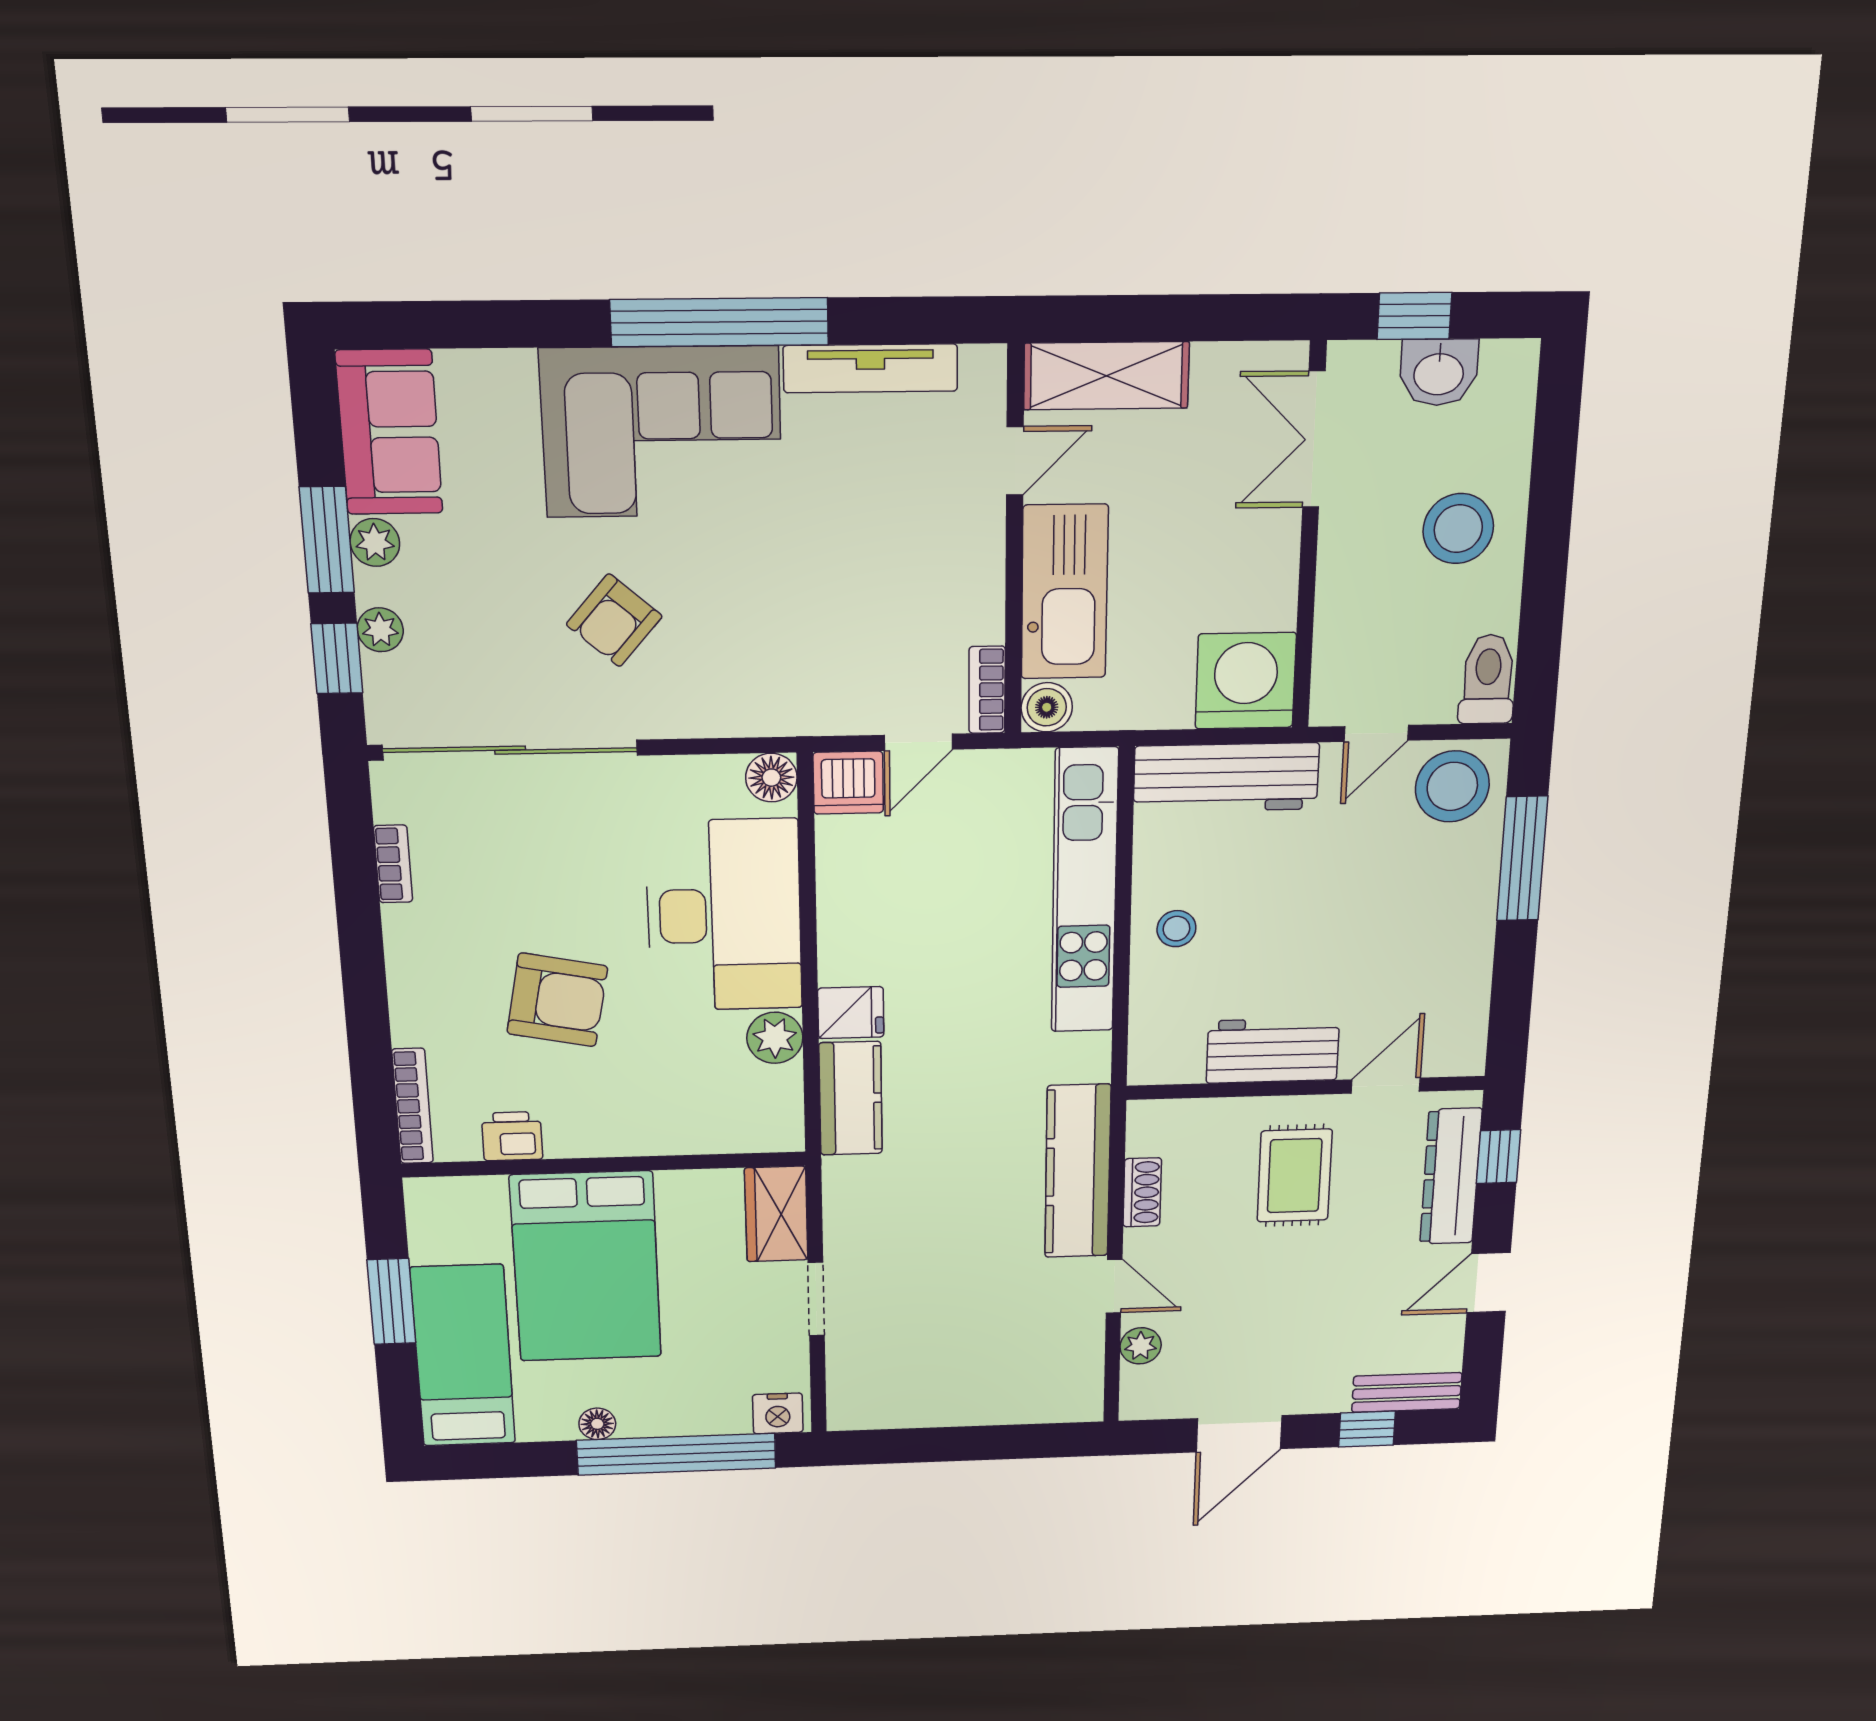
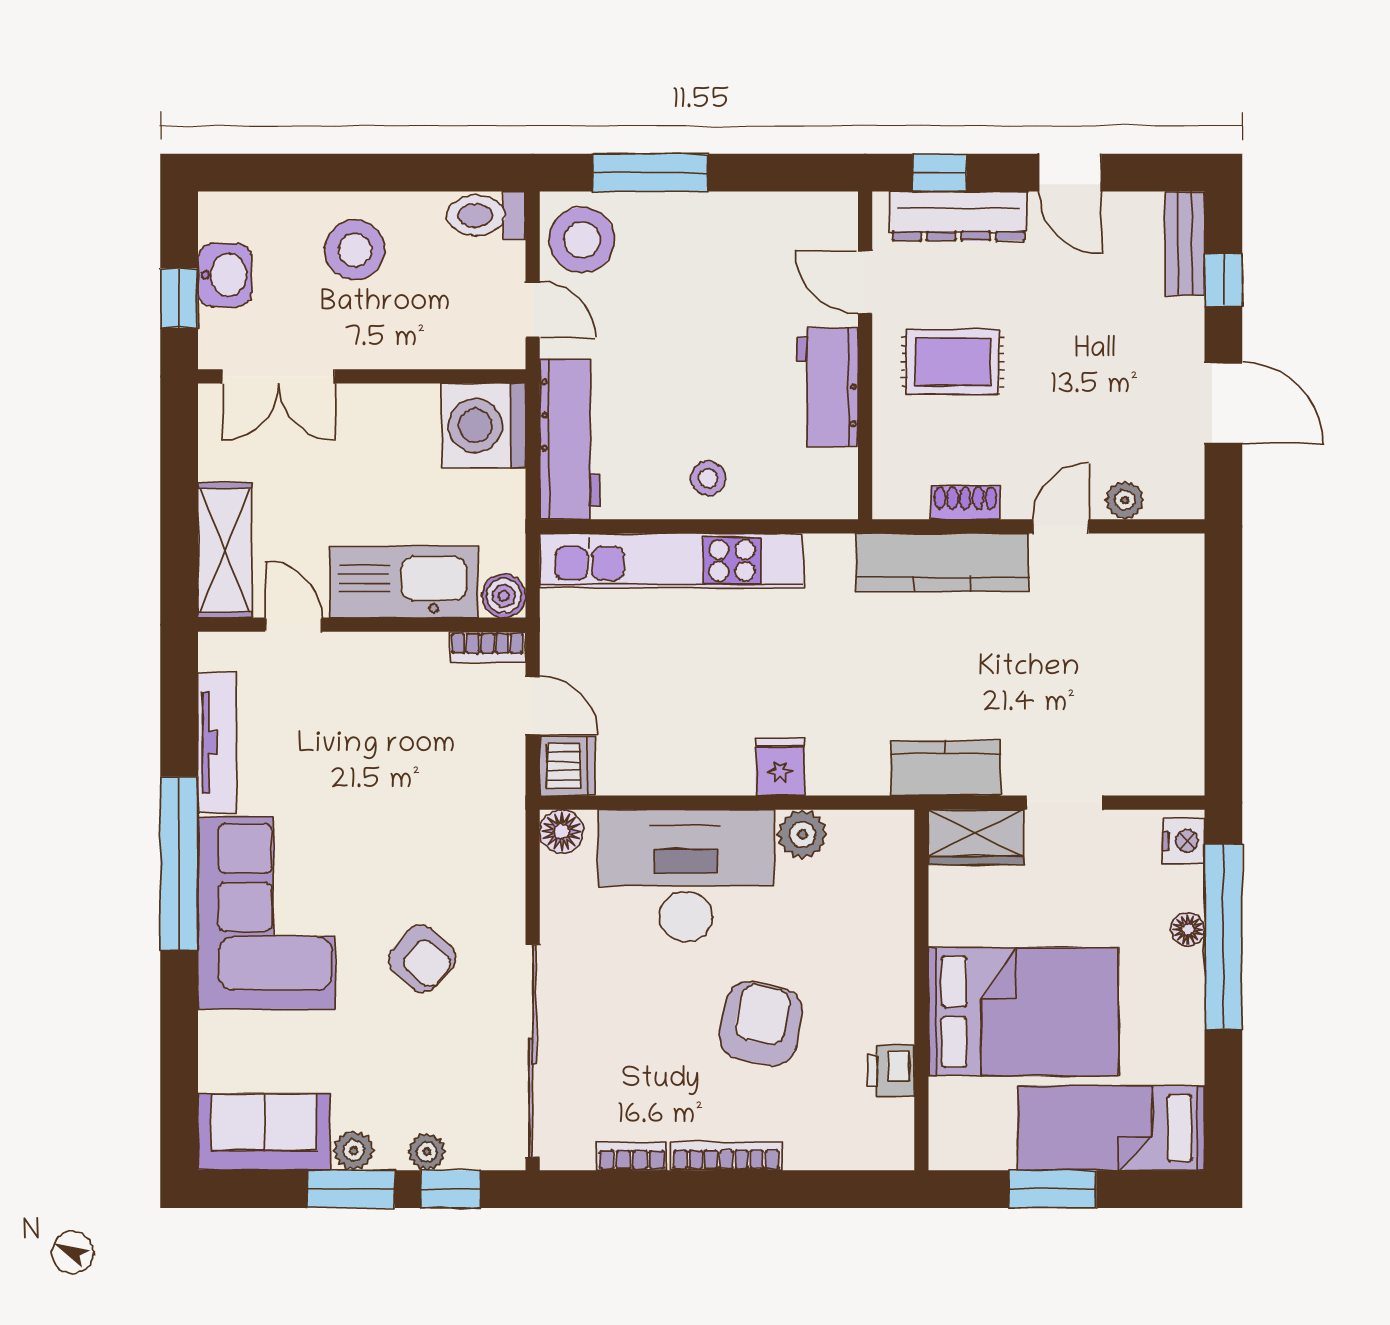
kitchen counter: (851, 1098) -> (946, 768), moved
bookcase: (413, 1106) -> (726, 1156), moved
floor lamp: (597, 1424) -> (1188, 929), moved

